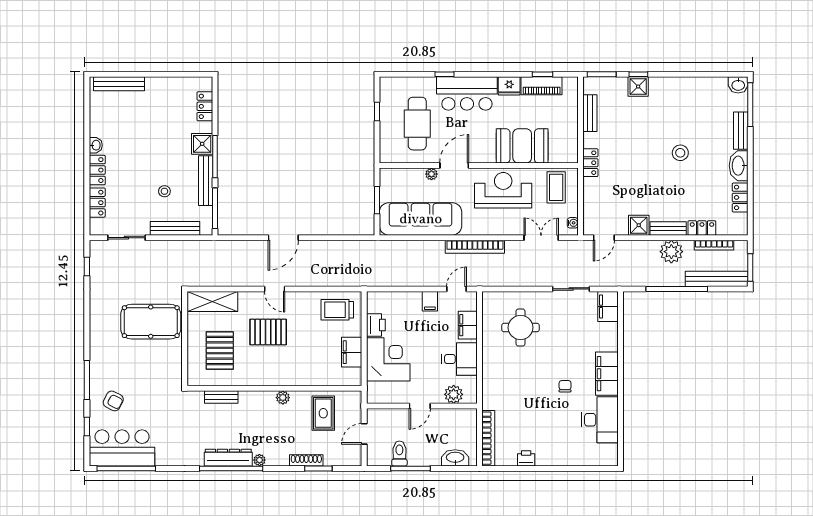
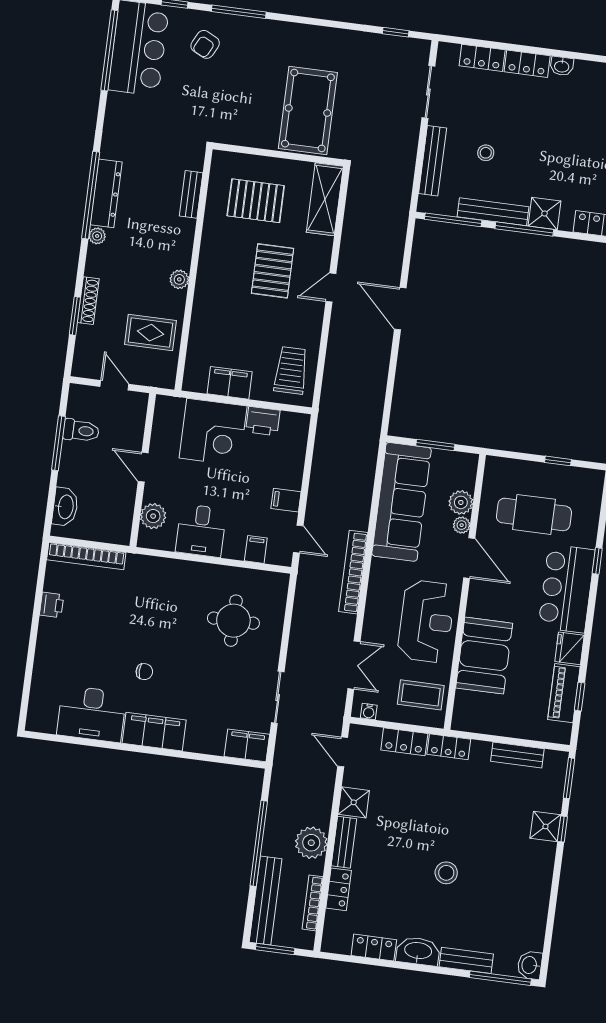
plant: (415, 177) -> (461, 502), added
locker: (591, 195) -> (404, 742), added
filing cabinet: (468, 325) -> (256, 549), width x0.50

